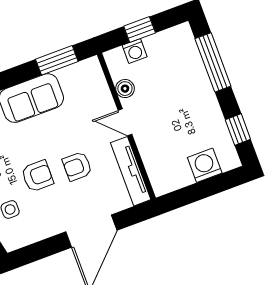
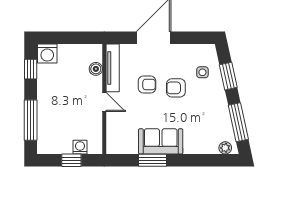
window: (57, 60) -> (152, 160), moved
boiler: (125, 89) -> (96, 69), moved
washing machine: (205, 165) -> (47, 54), moved

